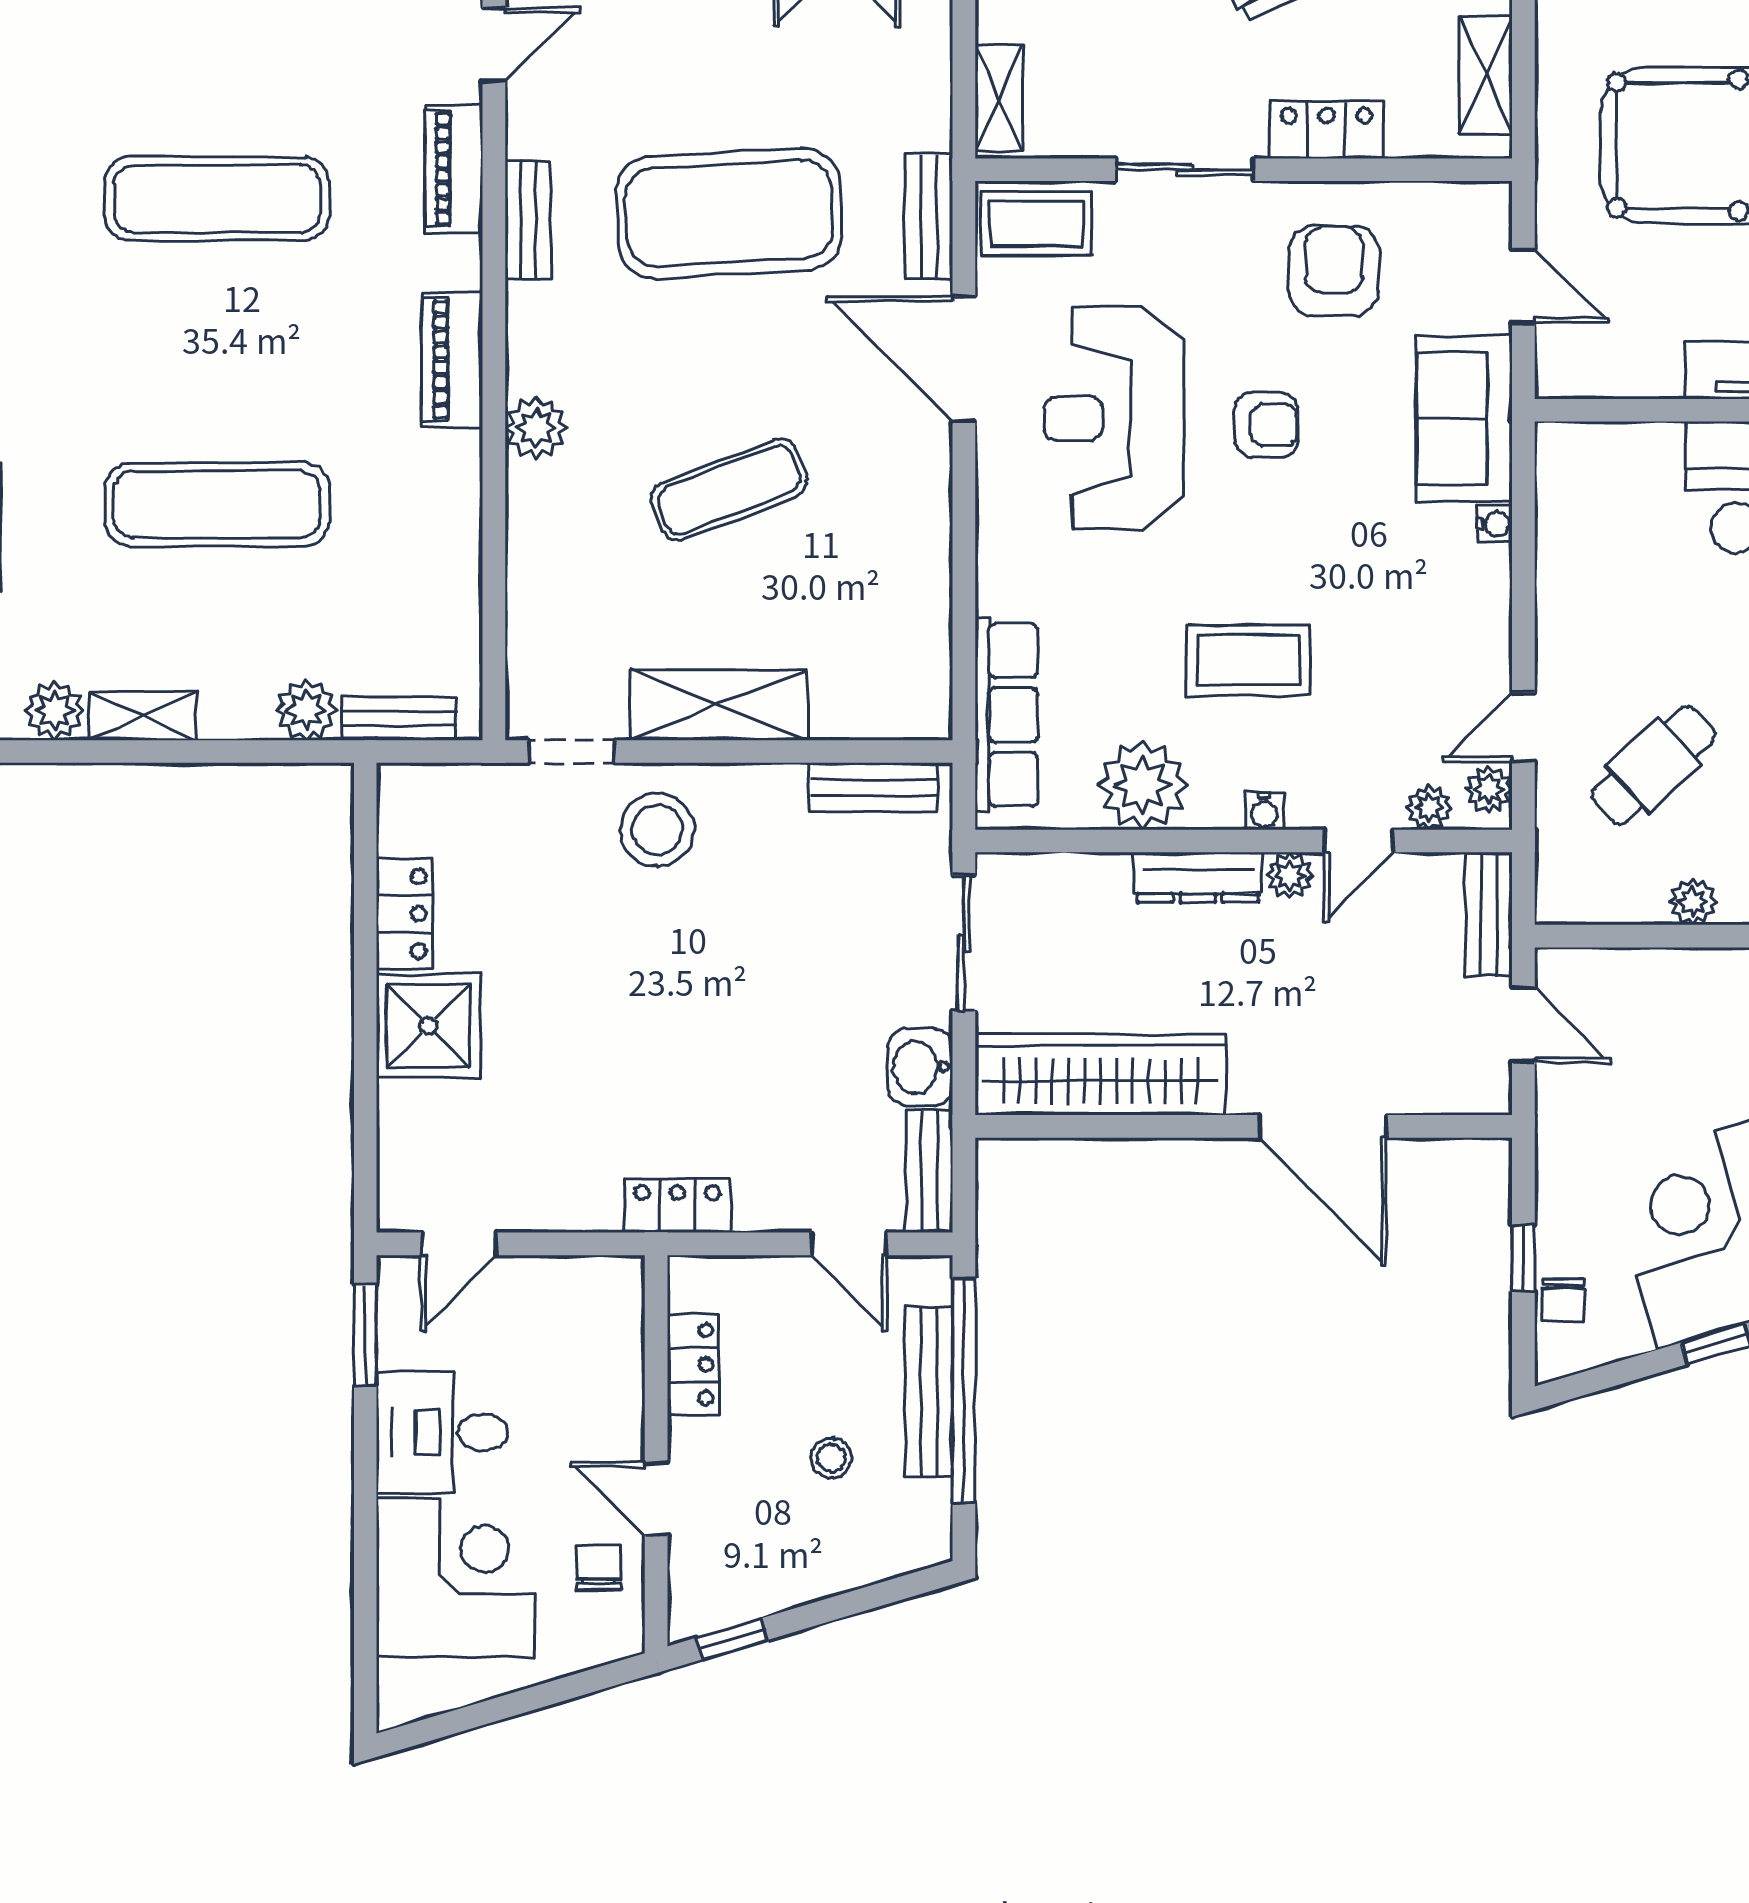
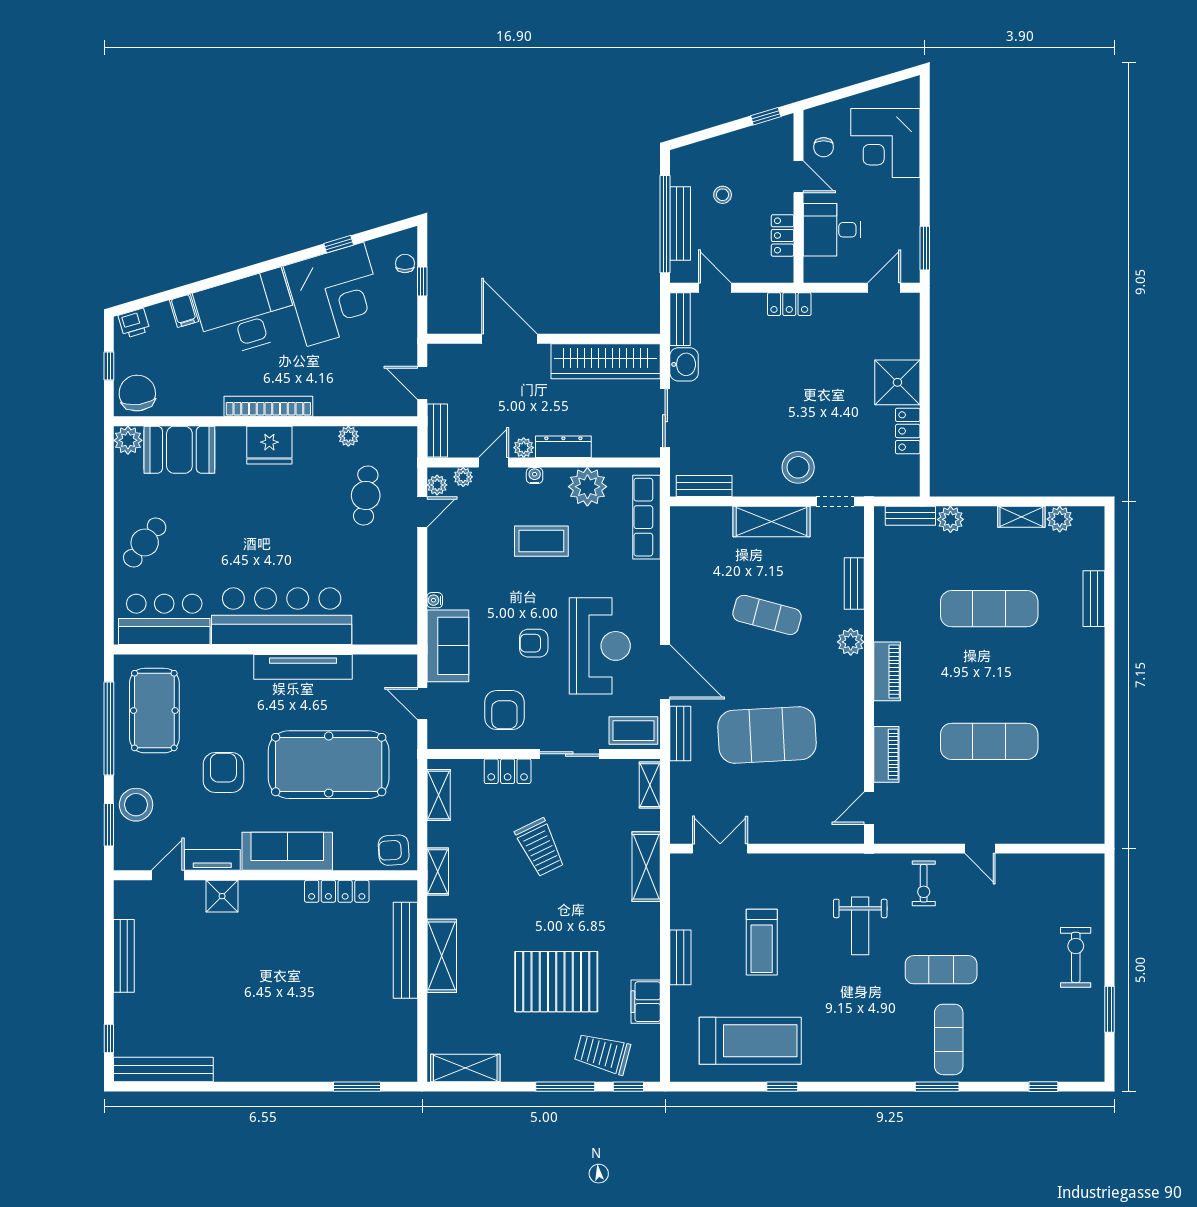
bench: (528, 220) -> (854, 583), moved
exercise mat: (729, 490) -> (767, 615), turned 36
cafe table: (1653, 765) -> (366, 495), turned -41
desk: (442, 1432) -> (832, 230), moved, turned 180

